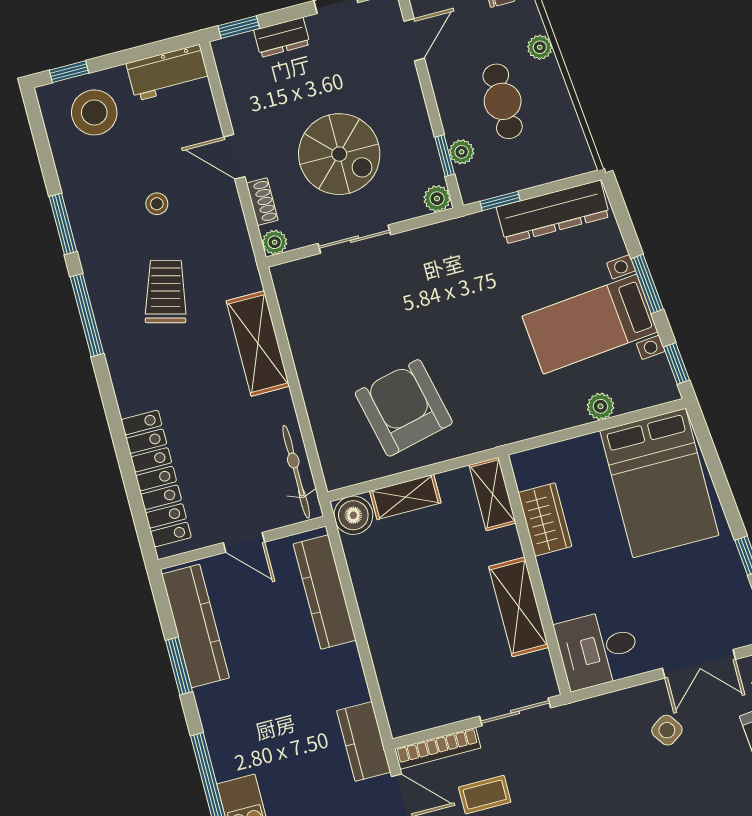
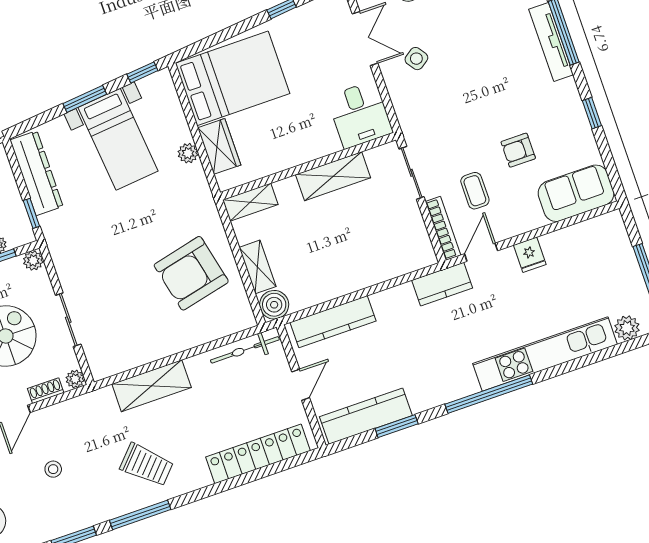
trolley: (166, 292) -> (147, 465), moved, turned -152
plant: (601, 406) -> (188, 153), moved
wardrobe: (545, 519) -> (219, 146), moved, turned 90

